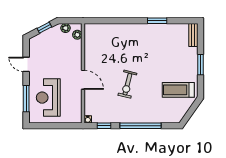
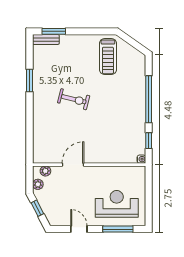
door: (26, 64) -> (79, 229), swing flipped
window: (200, 65) -> (54, 31), moved
door: (83, 80) -> (73, 165), moved
exercise bike: (127, 84) -> (74, 99), moved
reception desk: (48, 98) -> (117, 204), turned 180

